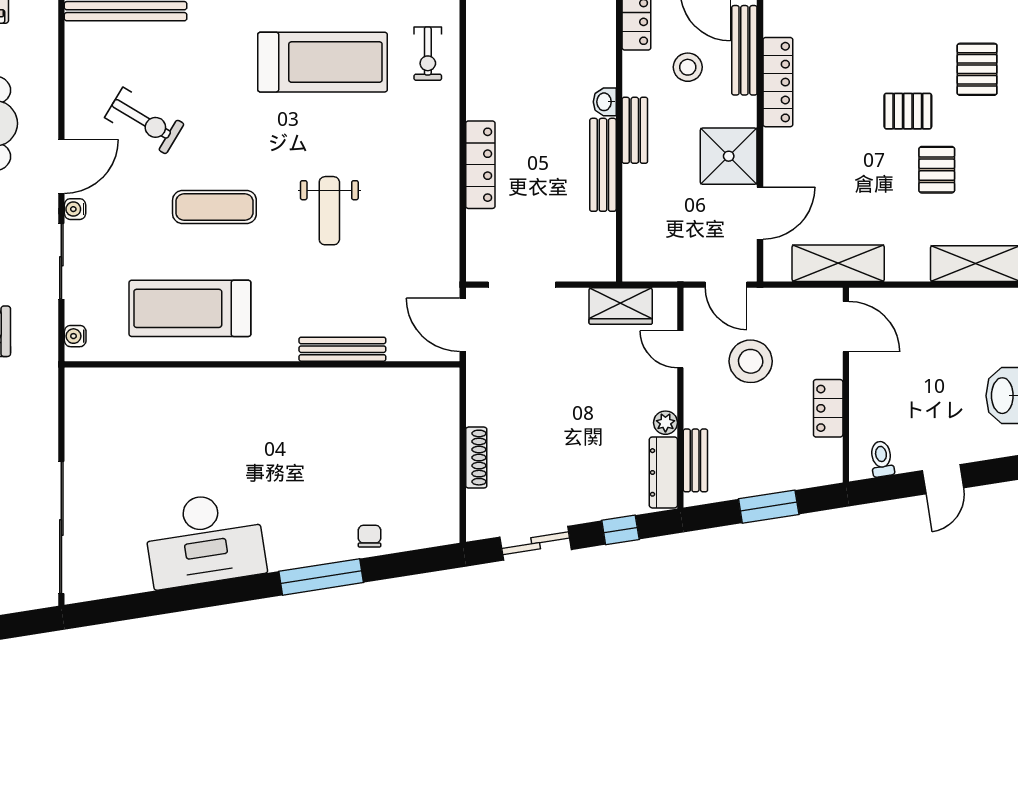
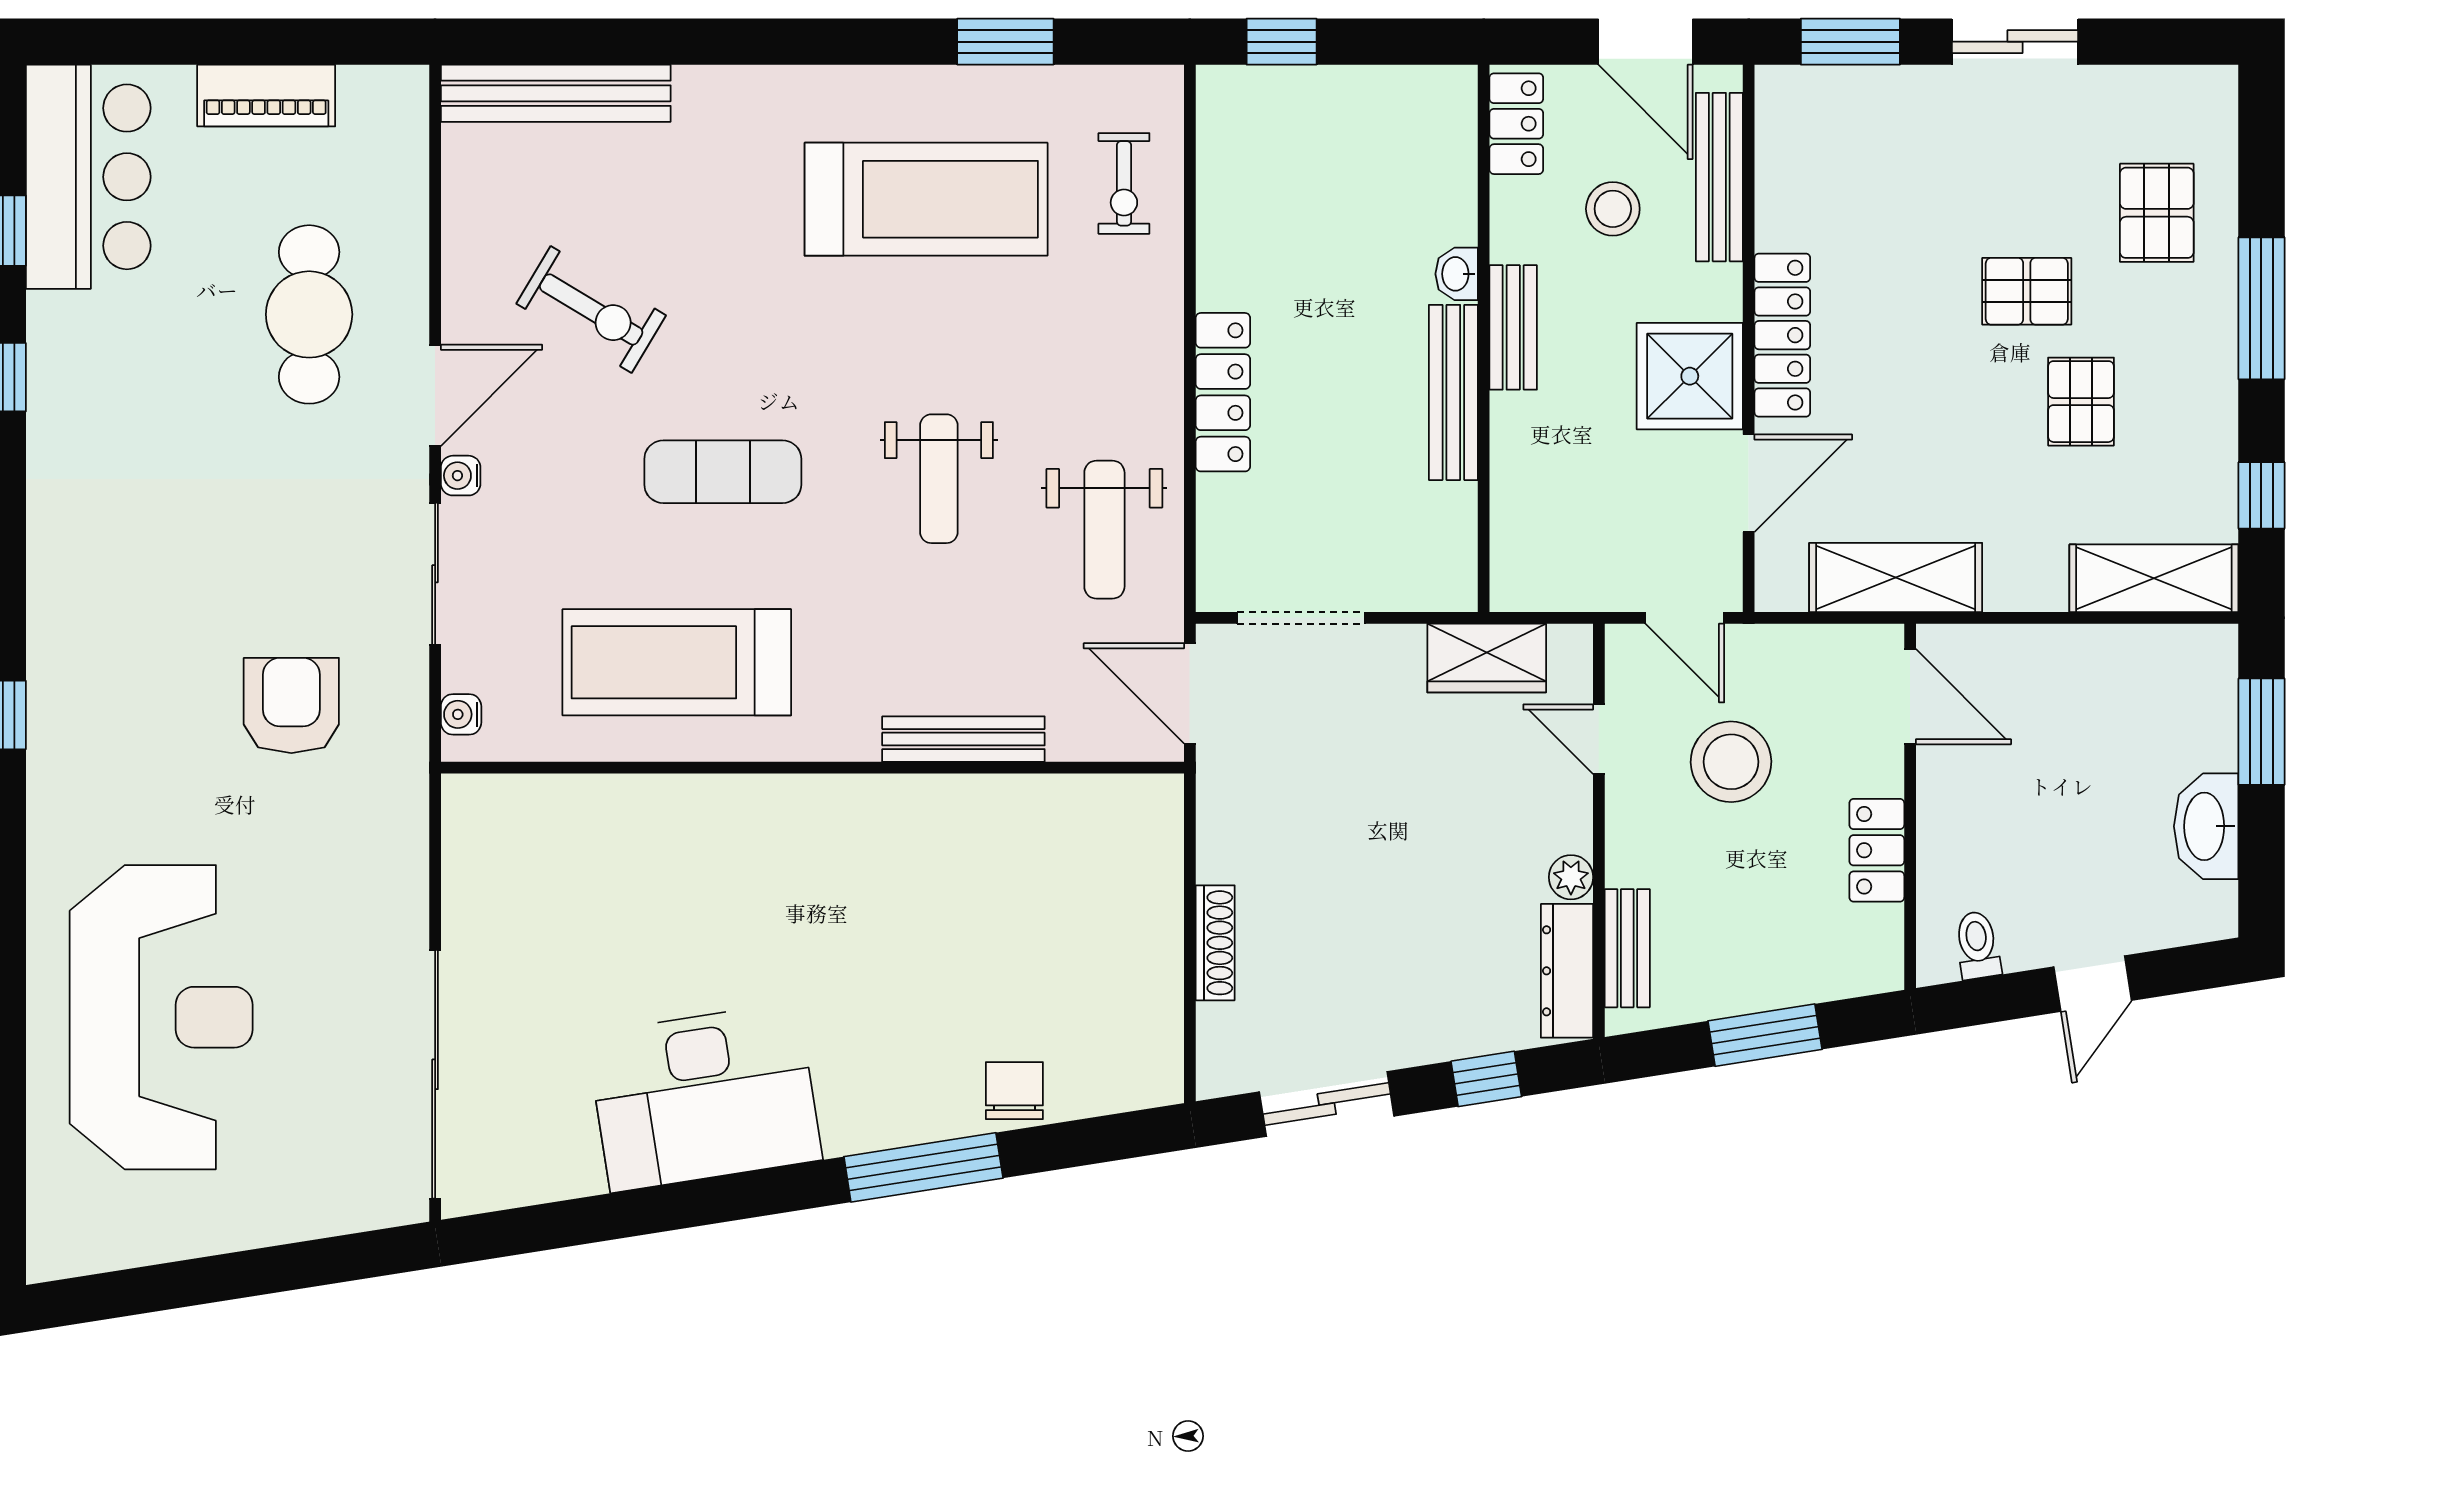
locker: (778, 82) -> (1782, 335), moved
weight bench: (417, 238) -> (1104, 530), added
chair: (370, 536) -> (1014, 1091), width x1.37, depth x1.37

